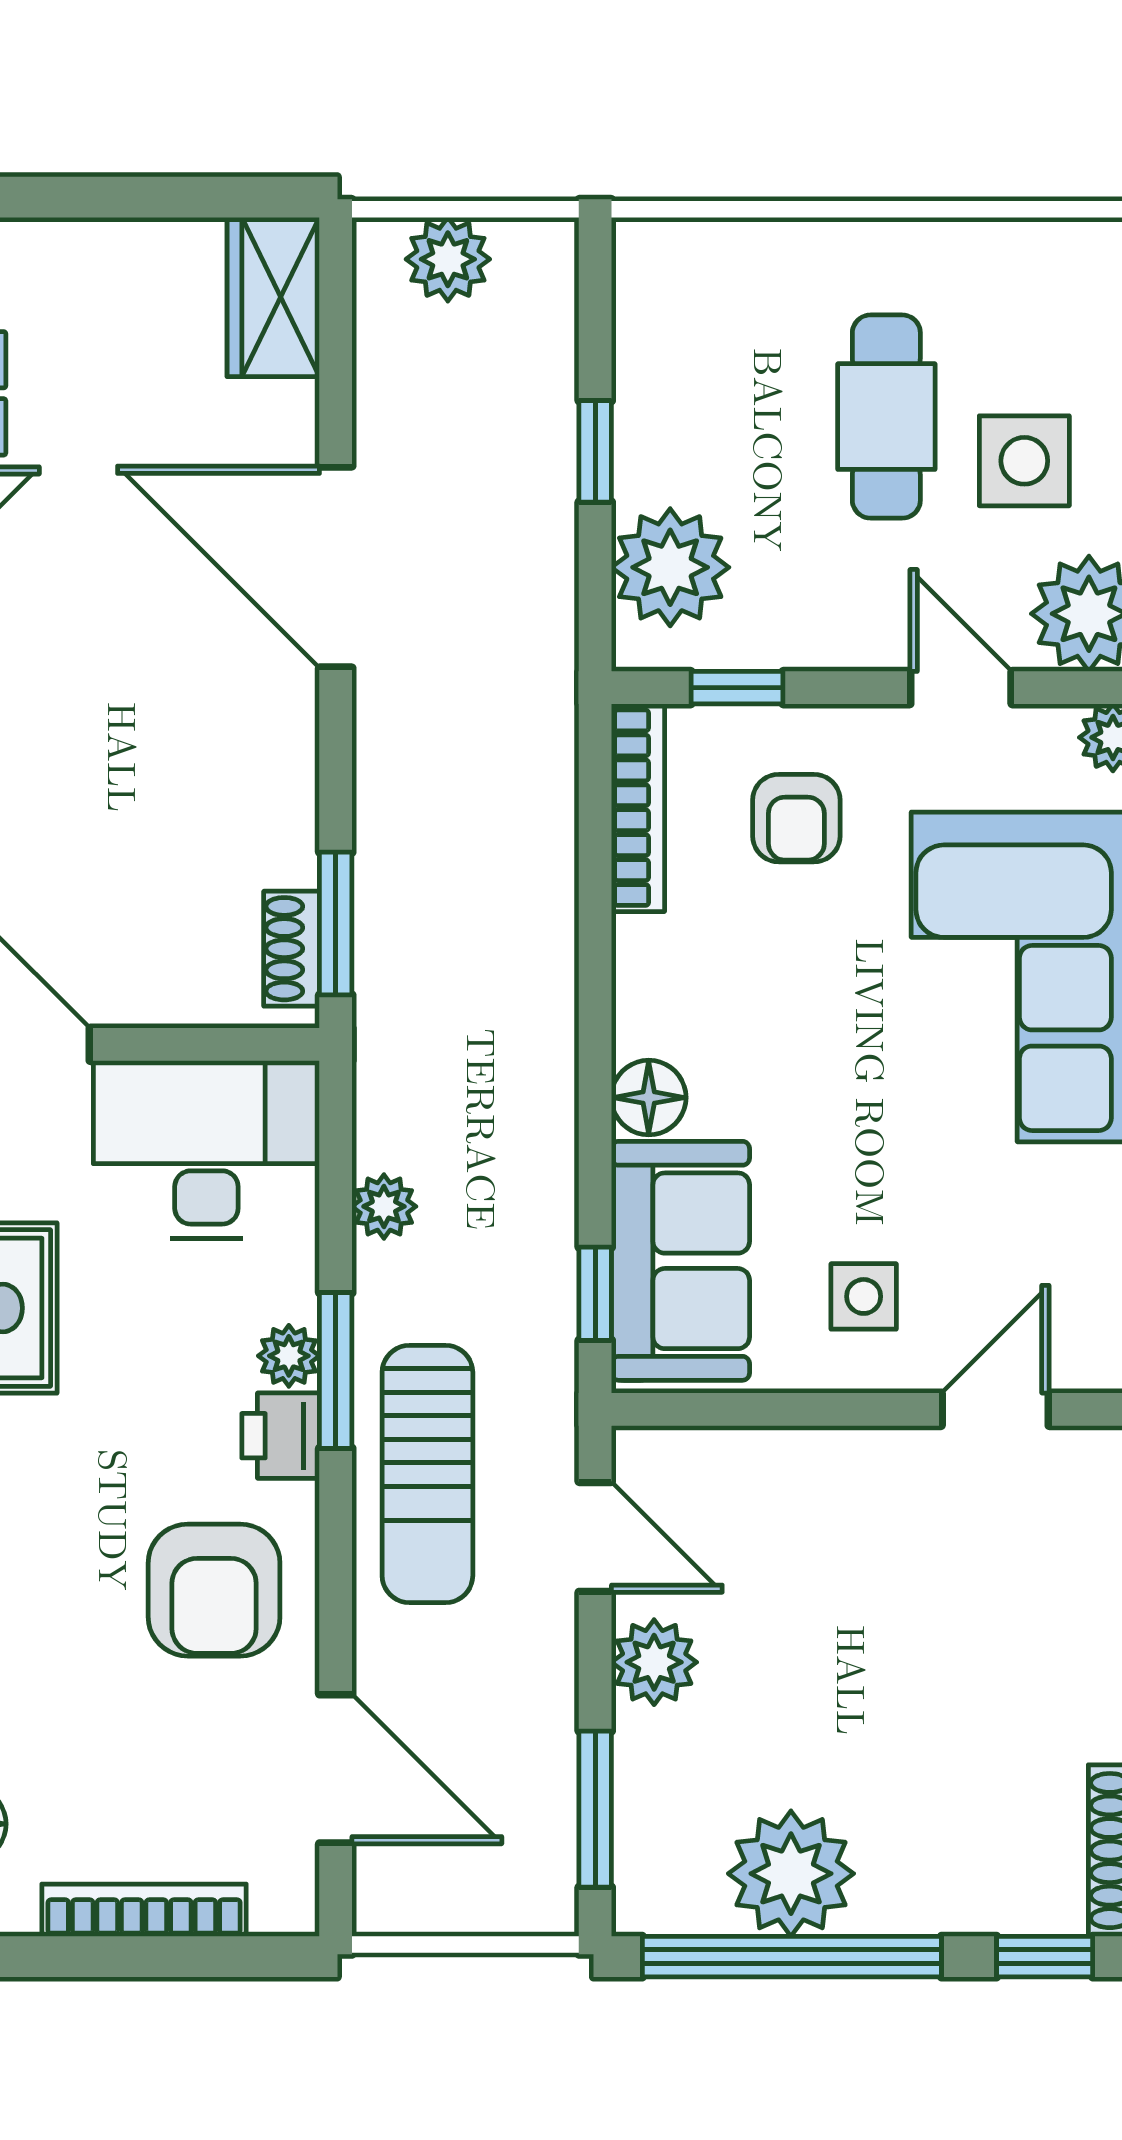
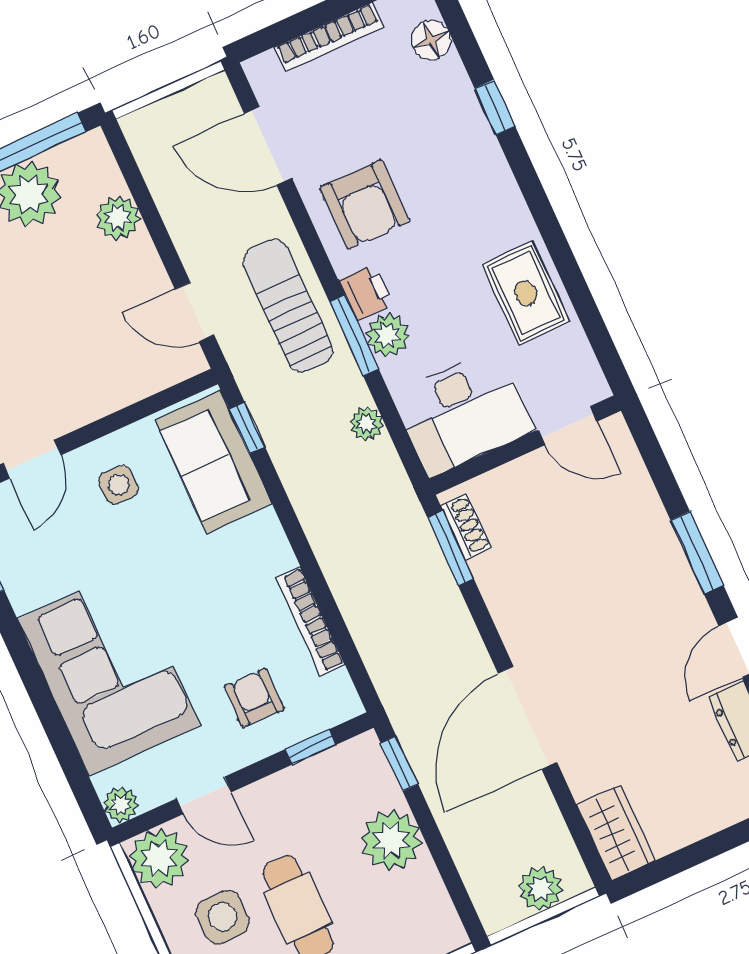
window: (595, 451) -> (399, 764), moved
door: (336, 567) -> (527, 718), swing flipped
plant: (670, 567) -> (391, 840), moved
bookcase: (638, 808) -> (310, 621), moved
floor lamp: (649, 1098) -> (264, 533), removed
plant: (289, 1356) -> (387, 335), width x1.38, depth x1.38
armchair: (214, 1590) -> (365, 205), turned 180
plant: (654, 1662) -> (118, 218), moved
window: (595, 1809) -> (136, 183), removed

